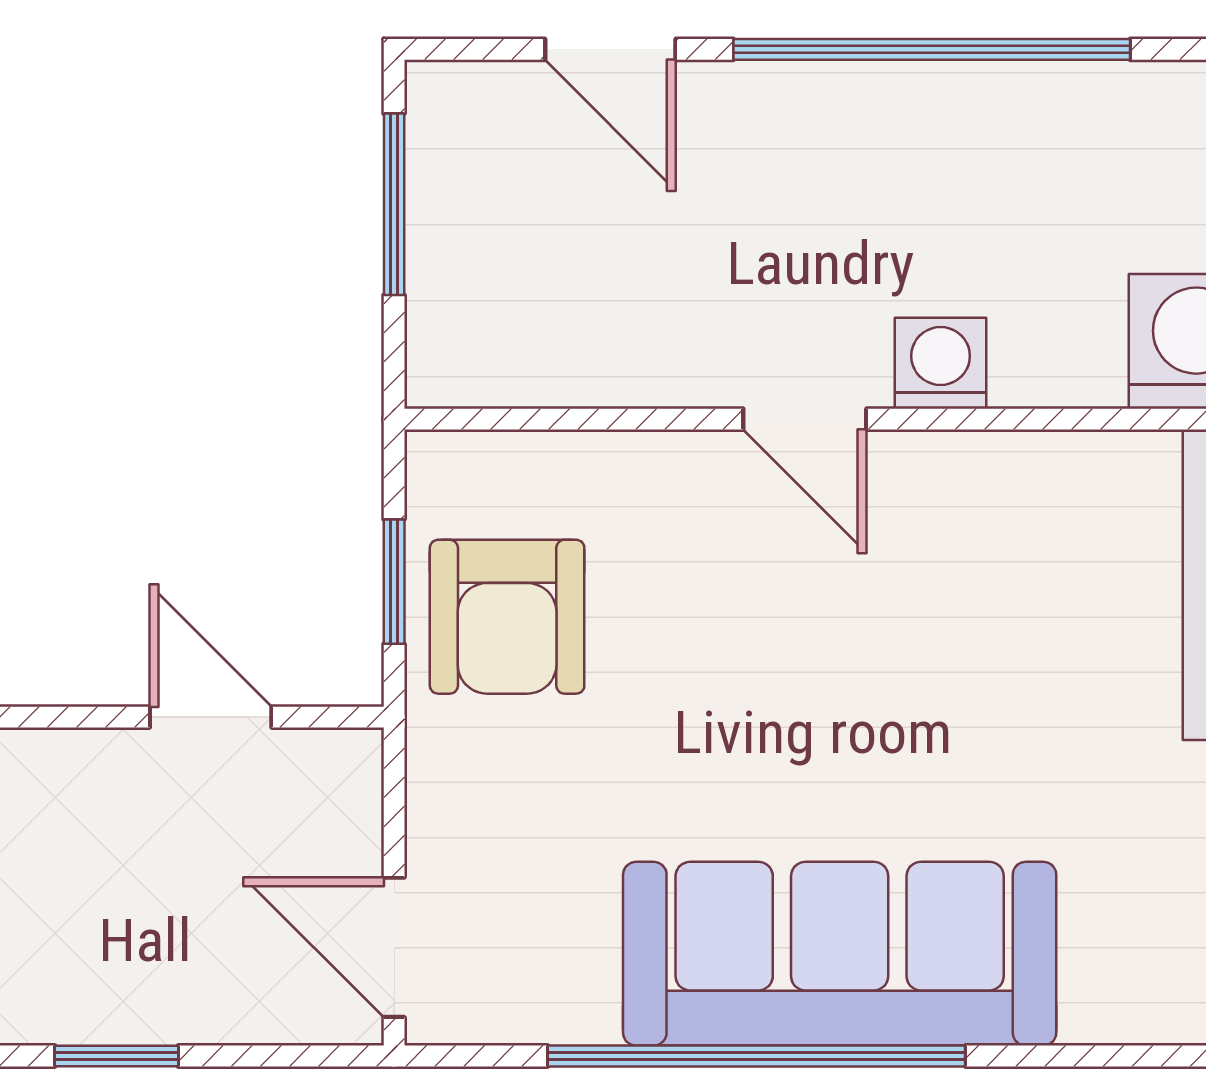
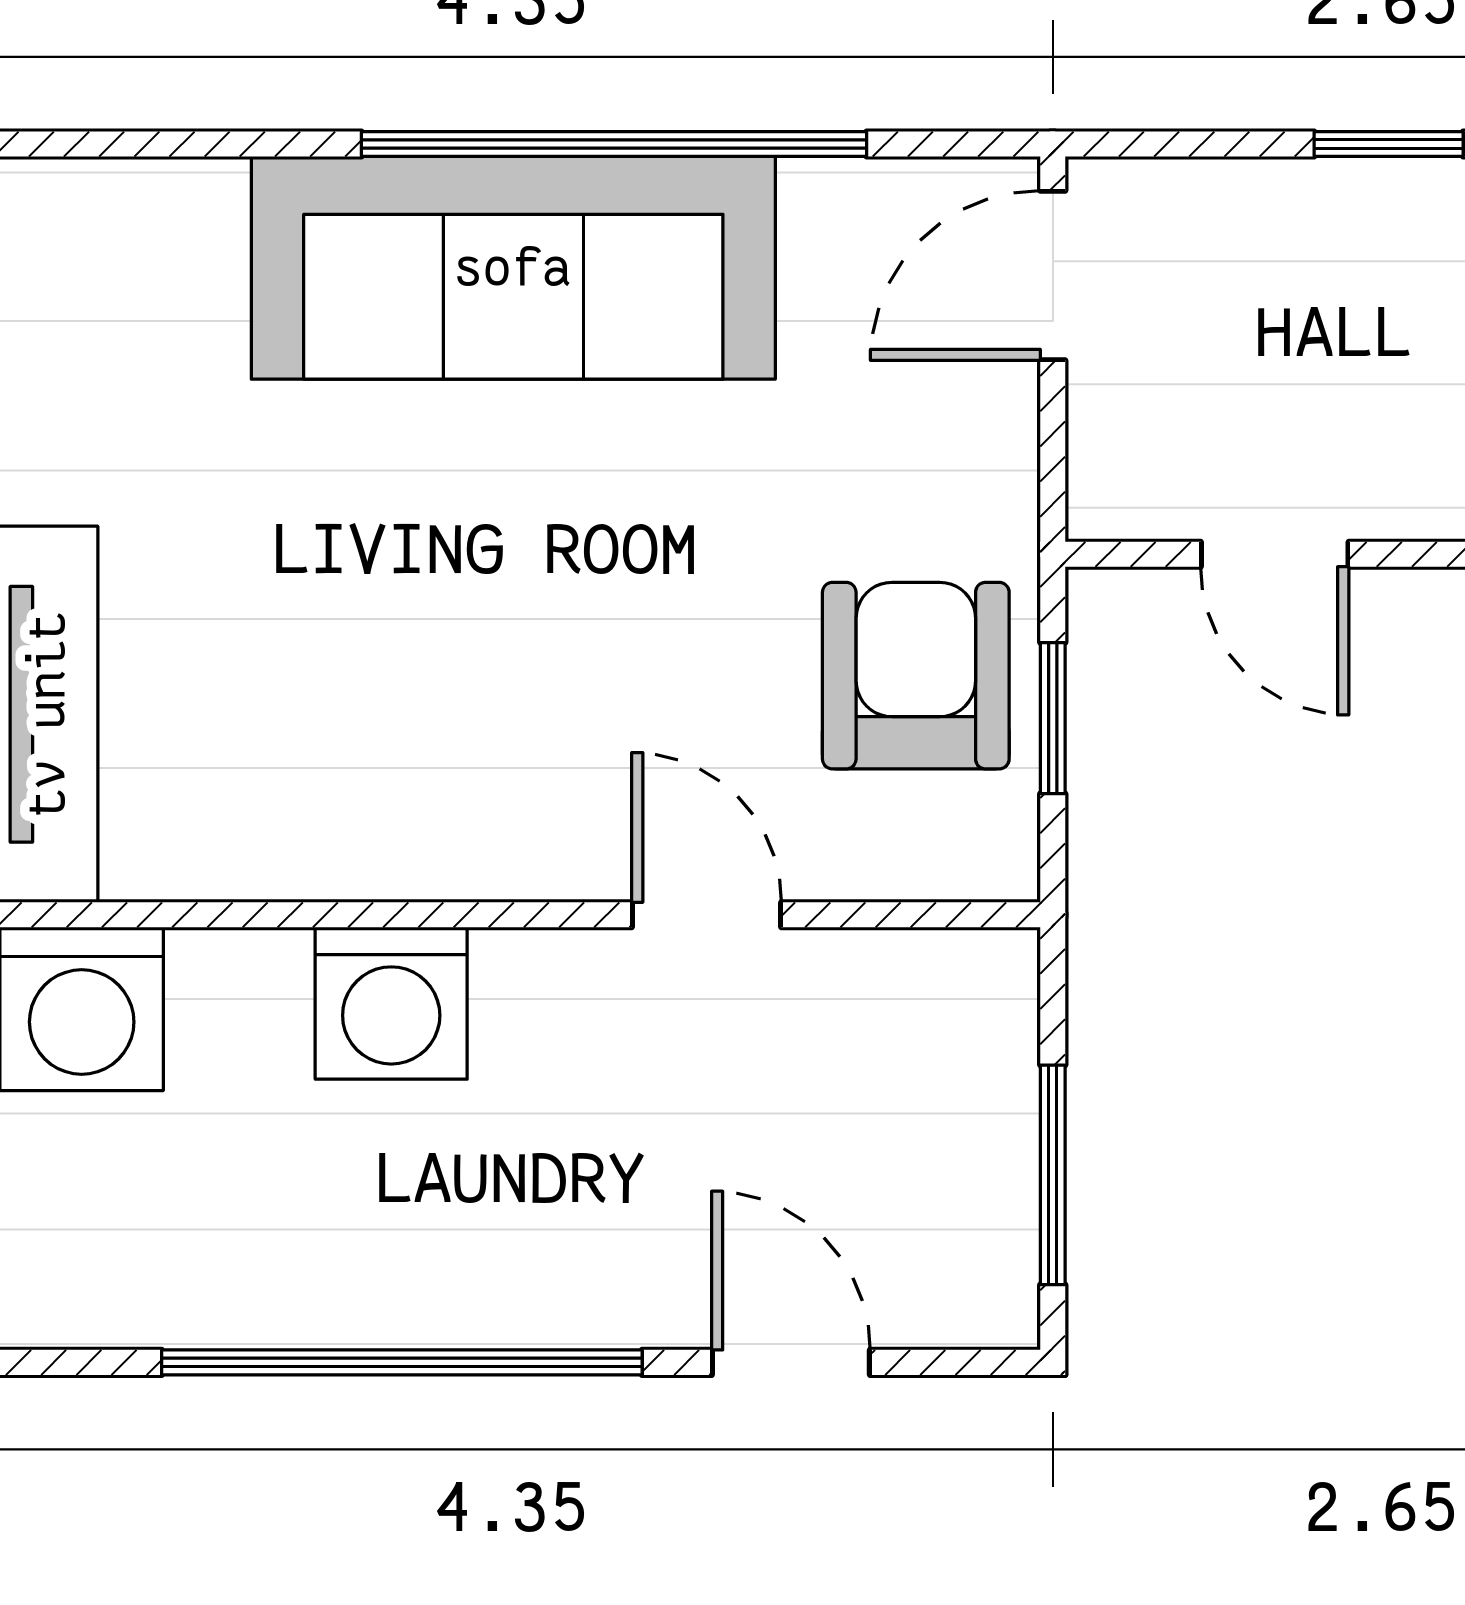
washing machine: (941, 363) -> (391, 1003), width x1.38, depth x1.38
door: (805, 419) -> (707, 915), moved
door: (394, 947) -> (1053, 276), swing flipped

